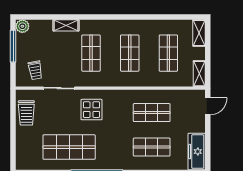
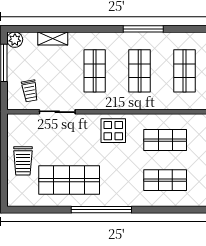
window: (133, 17) -> (143, 29), added
shelving: (66, 25) -> (53, 39), moved
display table: (91, 110) -> (113, 131), moved
trolley: (26, 113) -> (23, 161), moved

